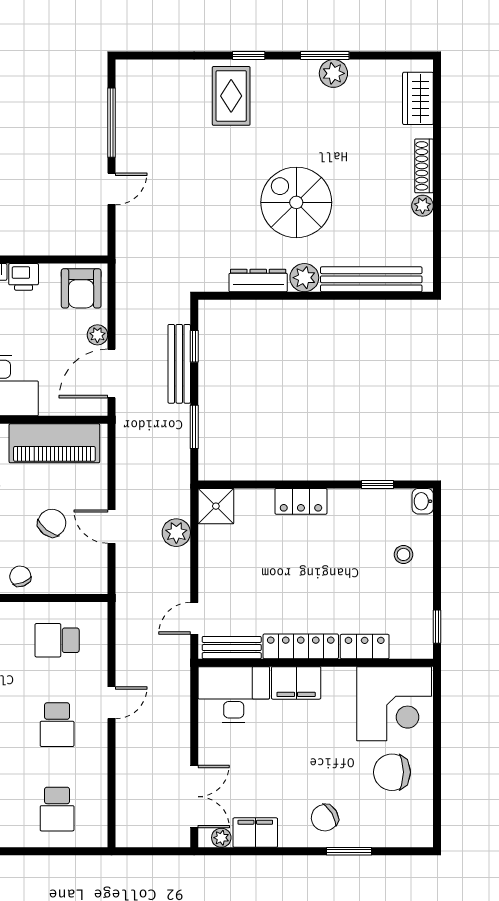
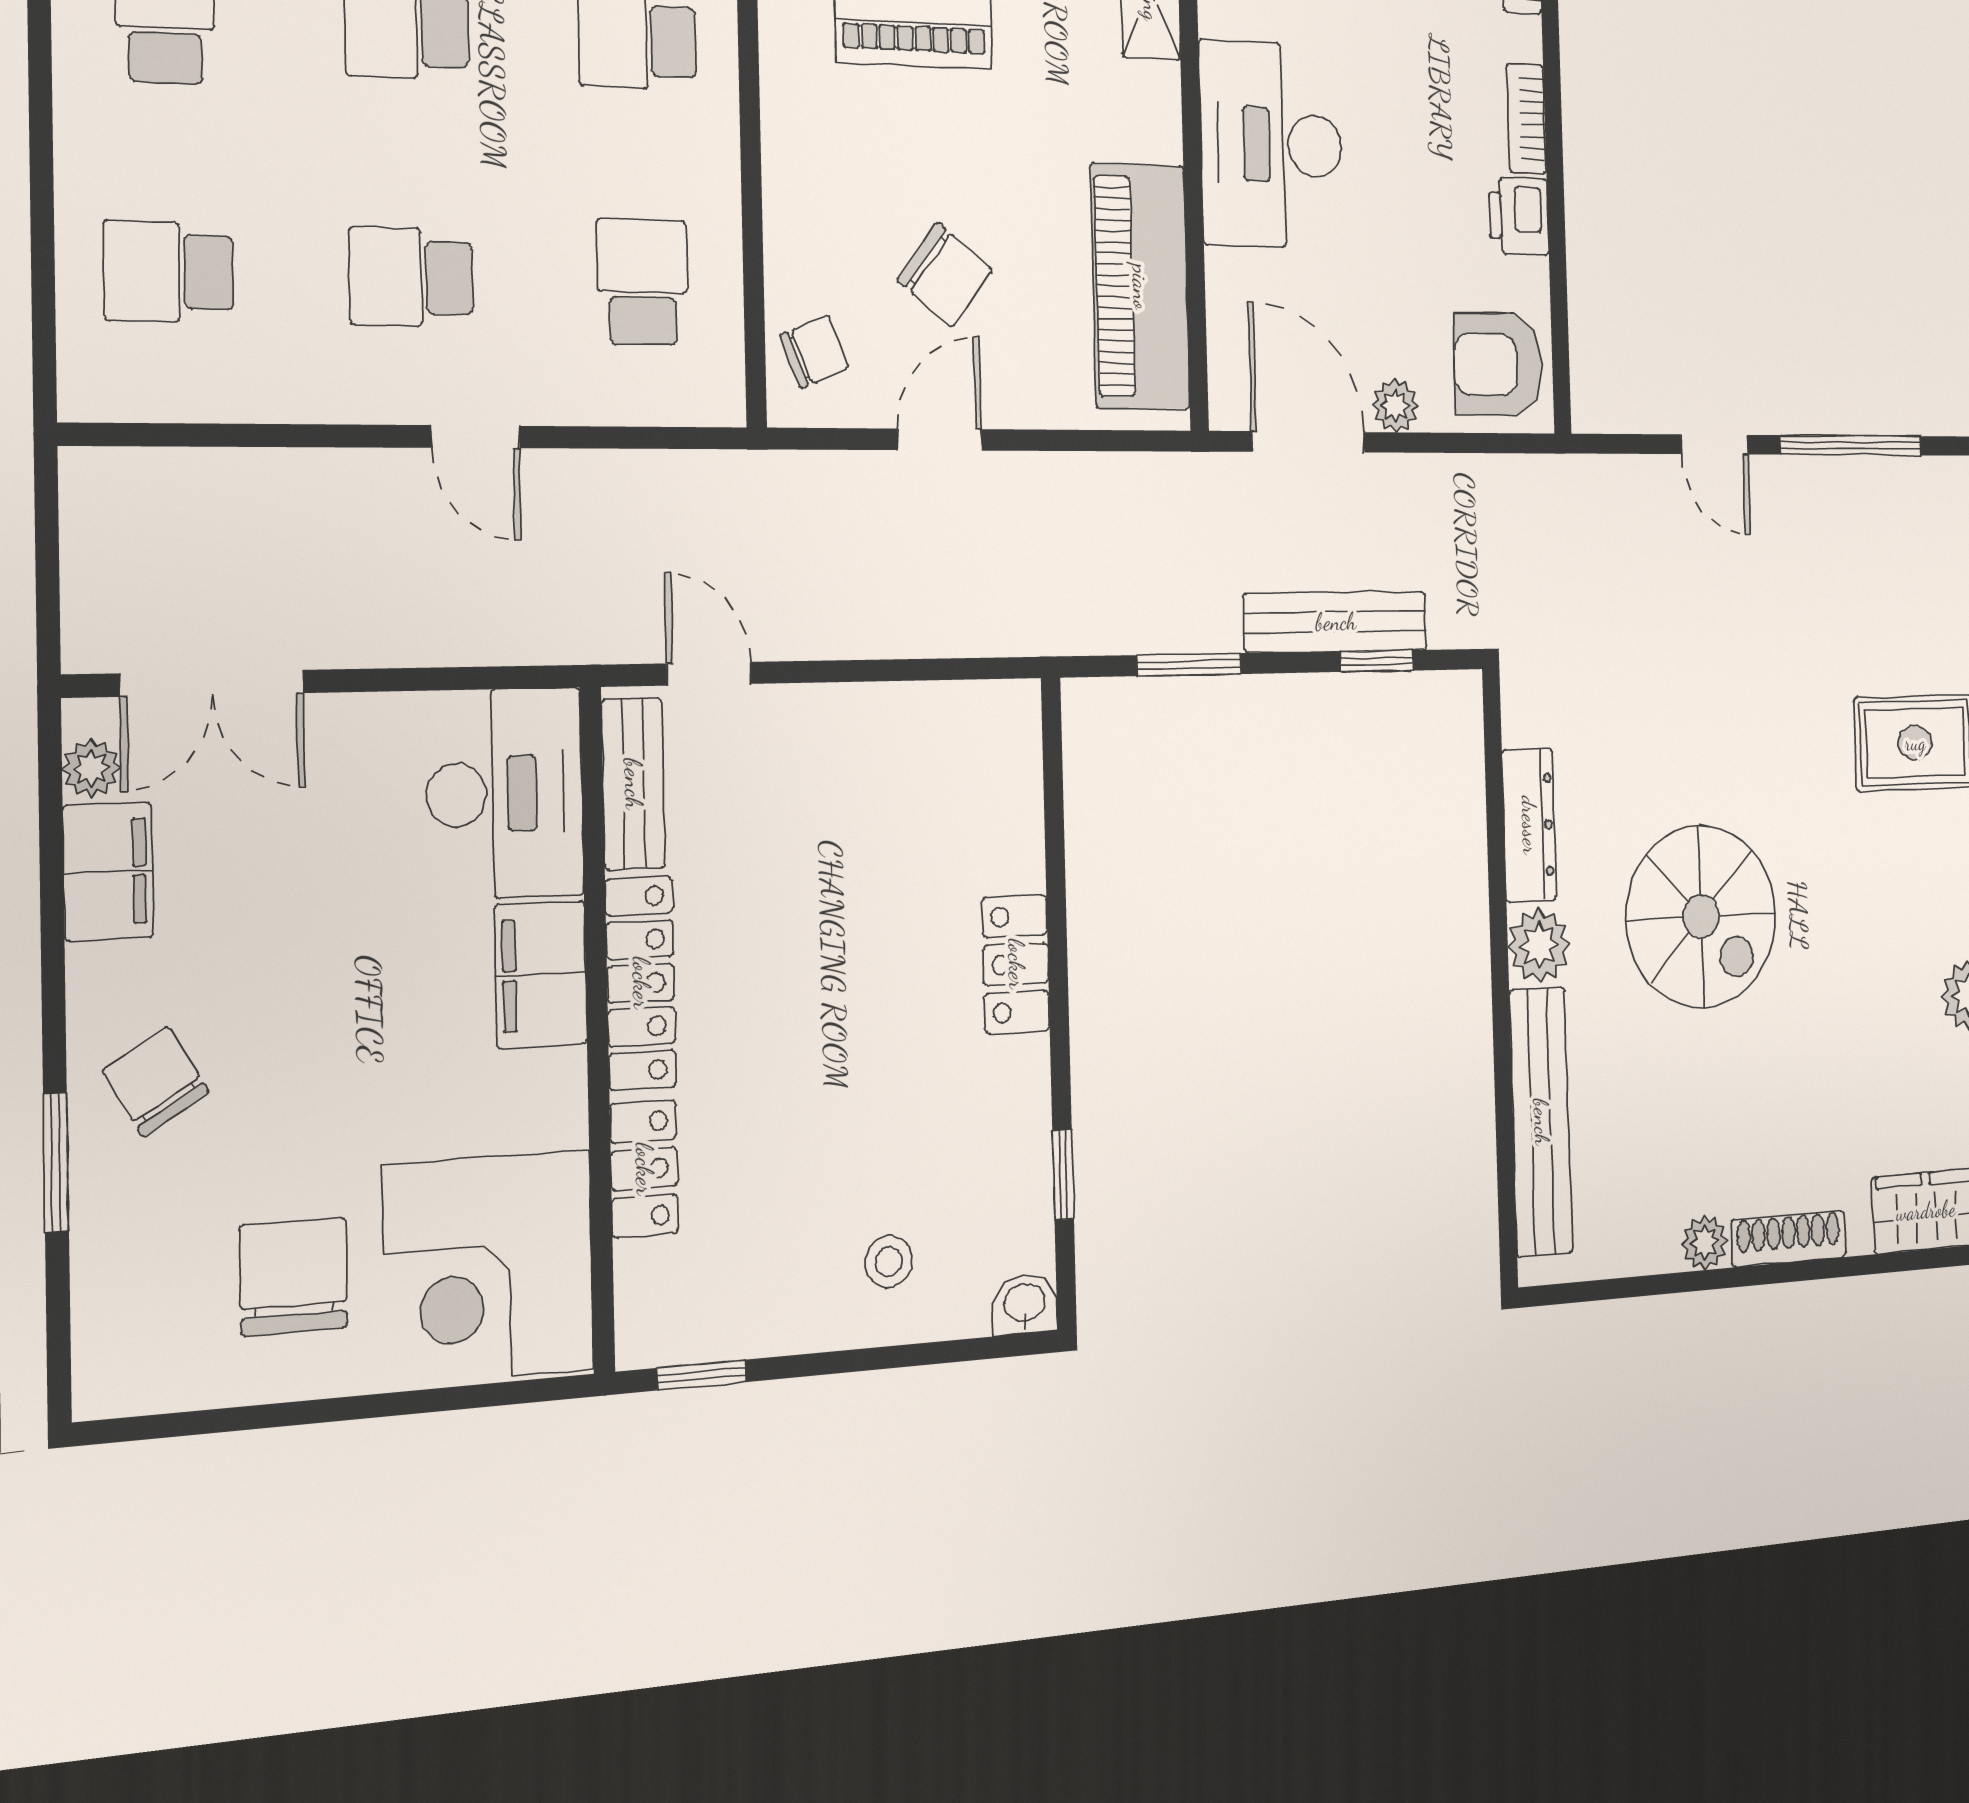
spiral stairs: (296, 202) -> (1701, 916), turned 90
shower: (216, 506) -> (998, 728), removed
plant: (176, 533) -> (929, 620), removed
chair: (20, 576) -> (814, 352), moved

